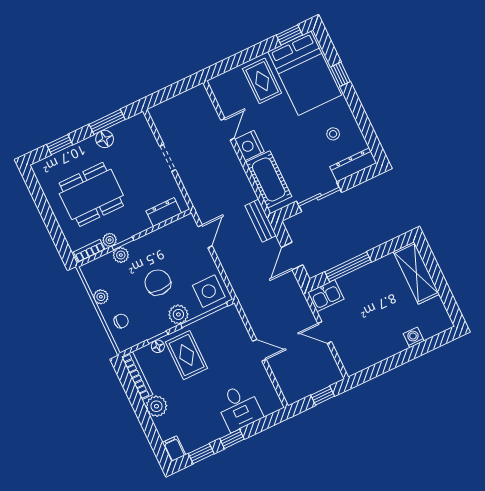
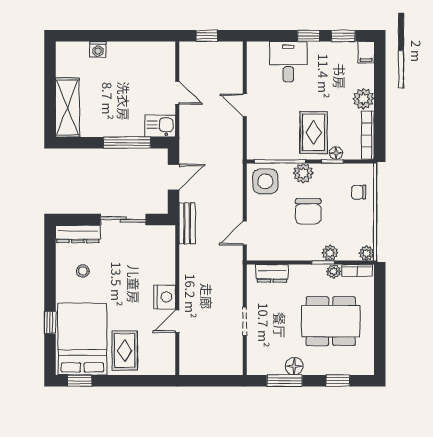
cot: (269, 179) -> (162, 257), removed
plant: (101, 297) -> (367, 253), moved

